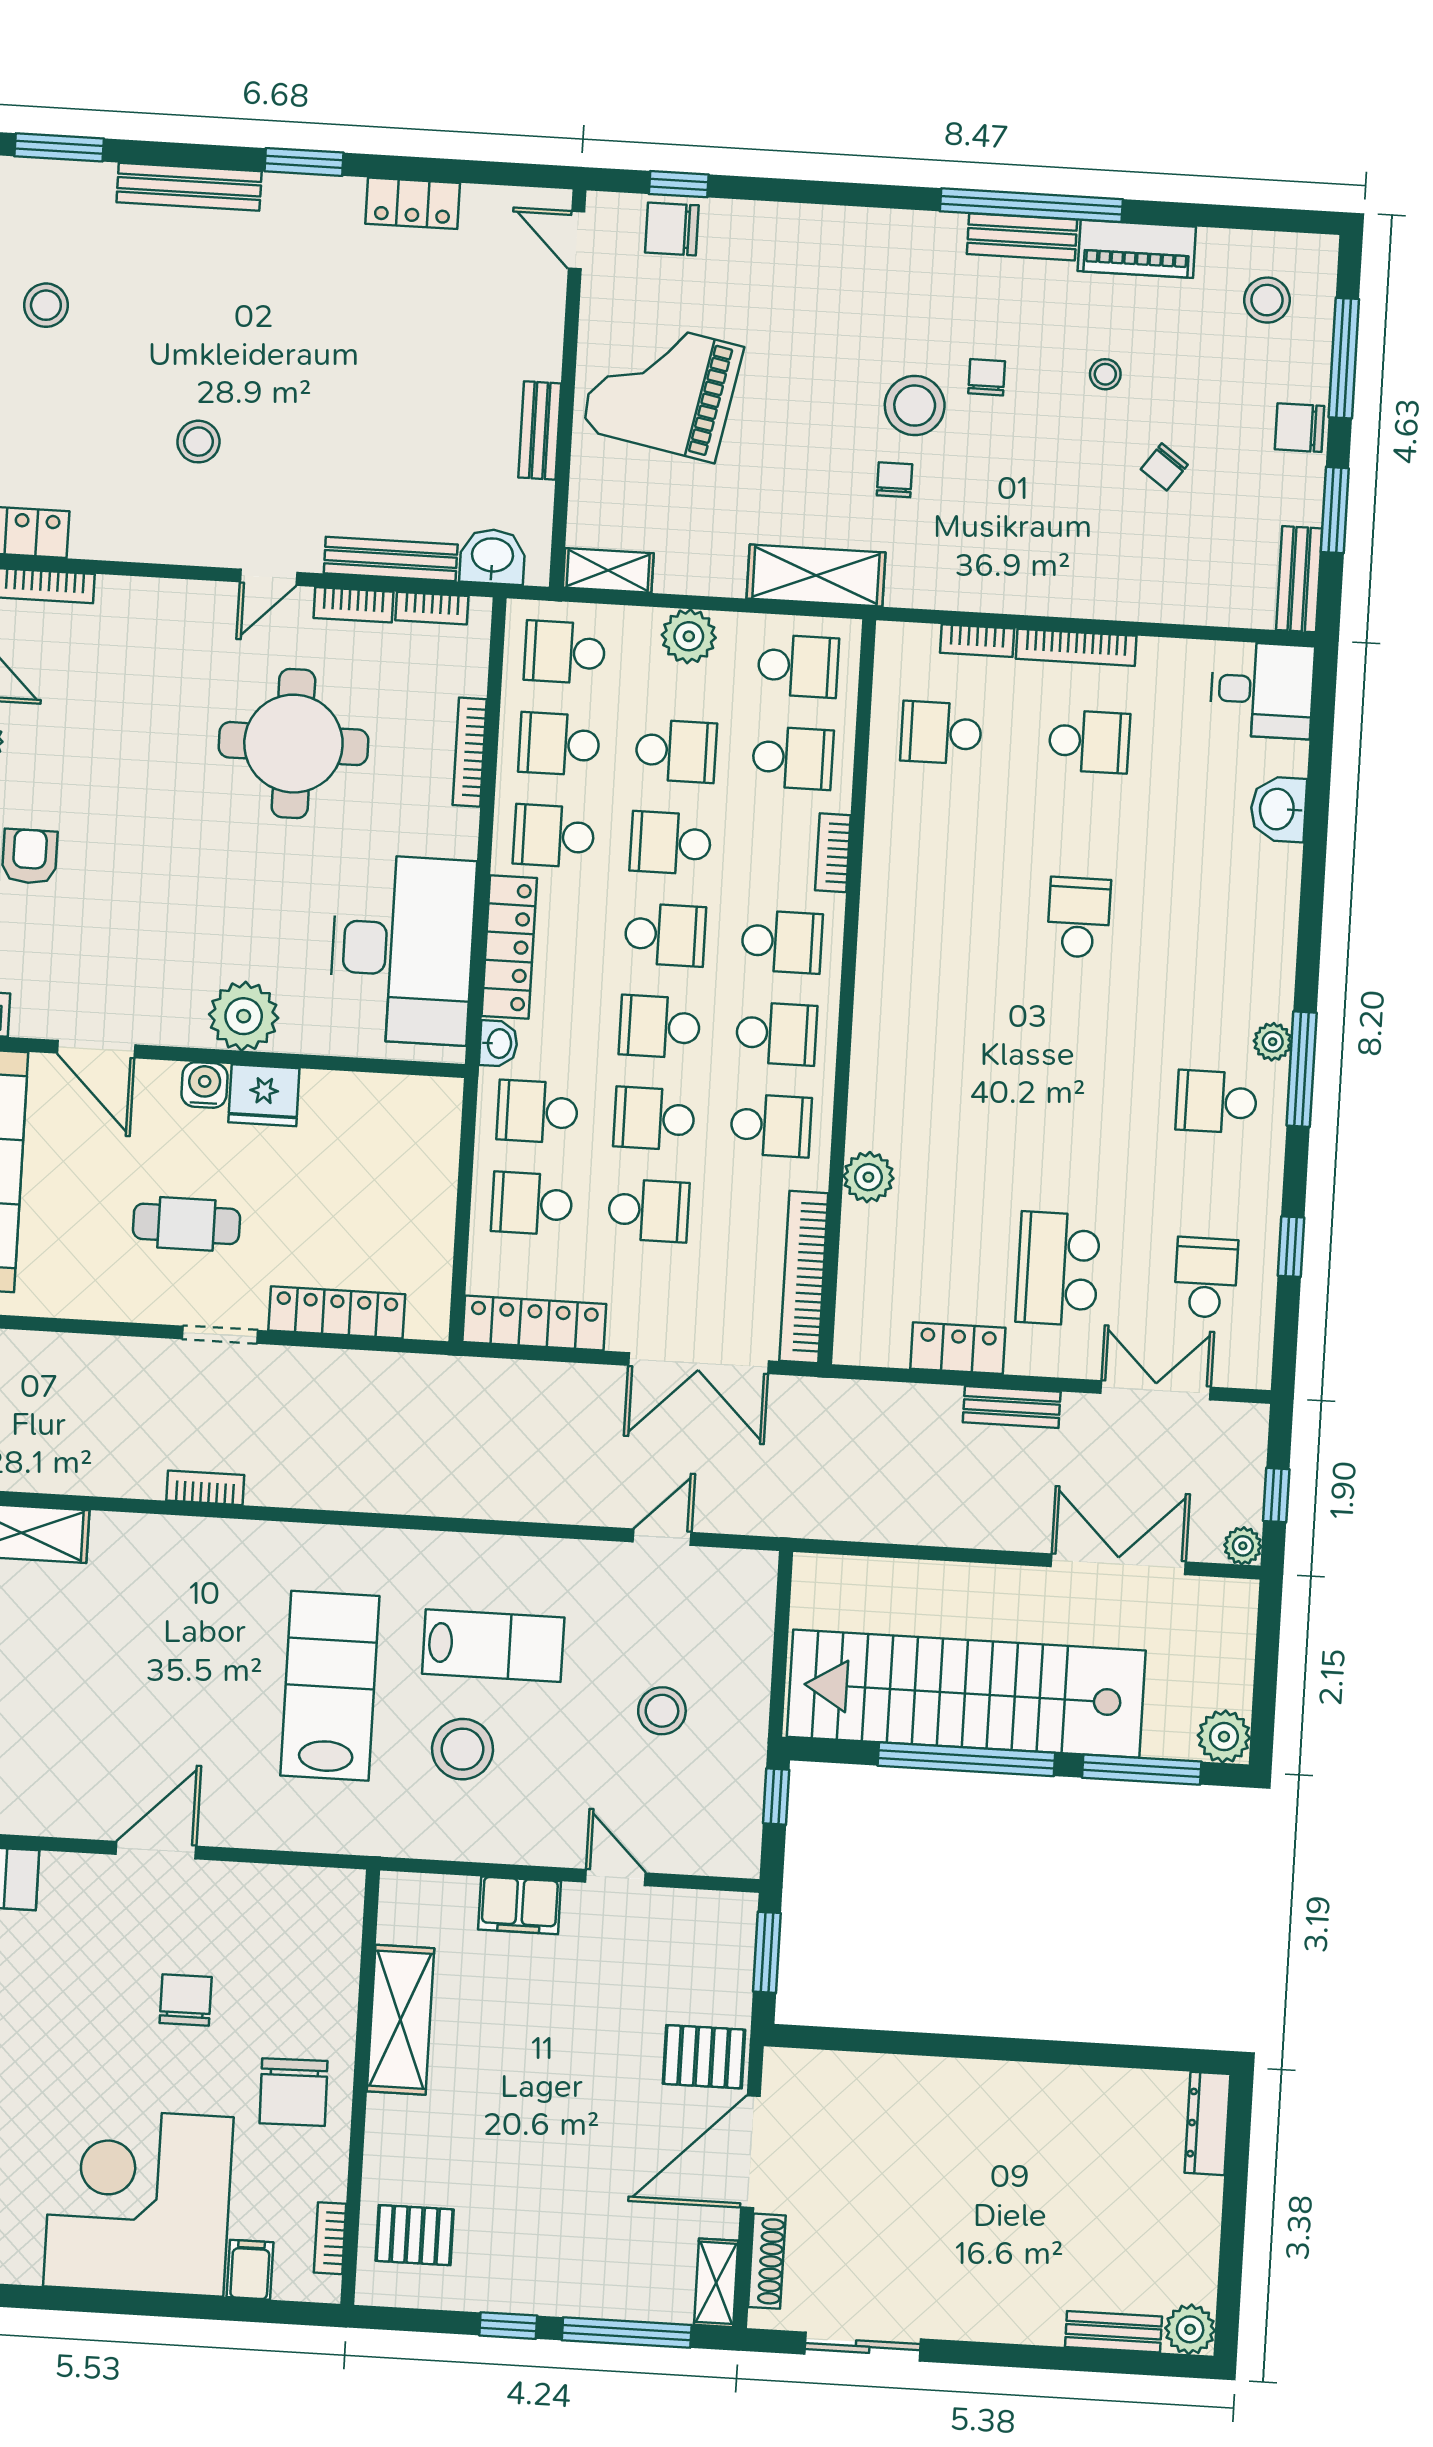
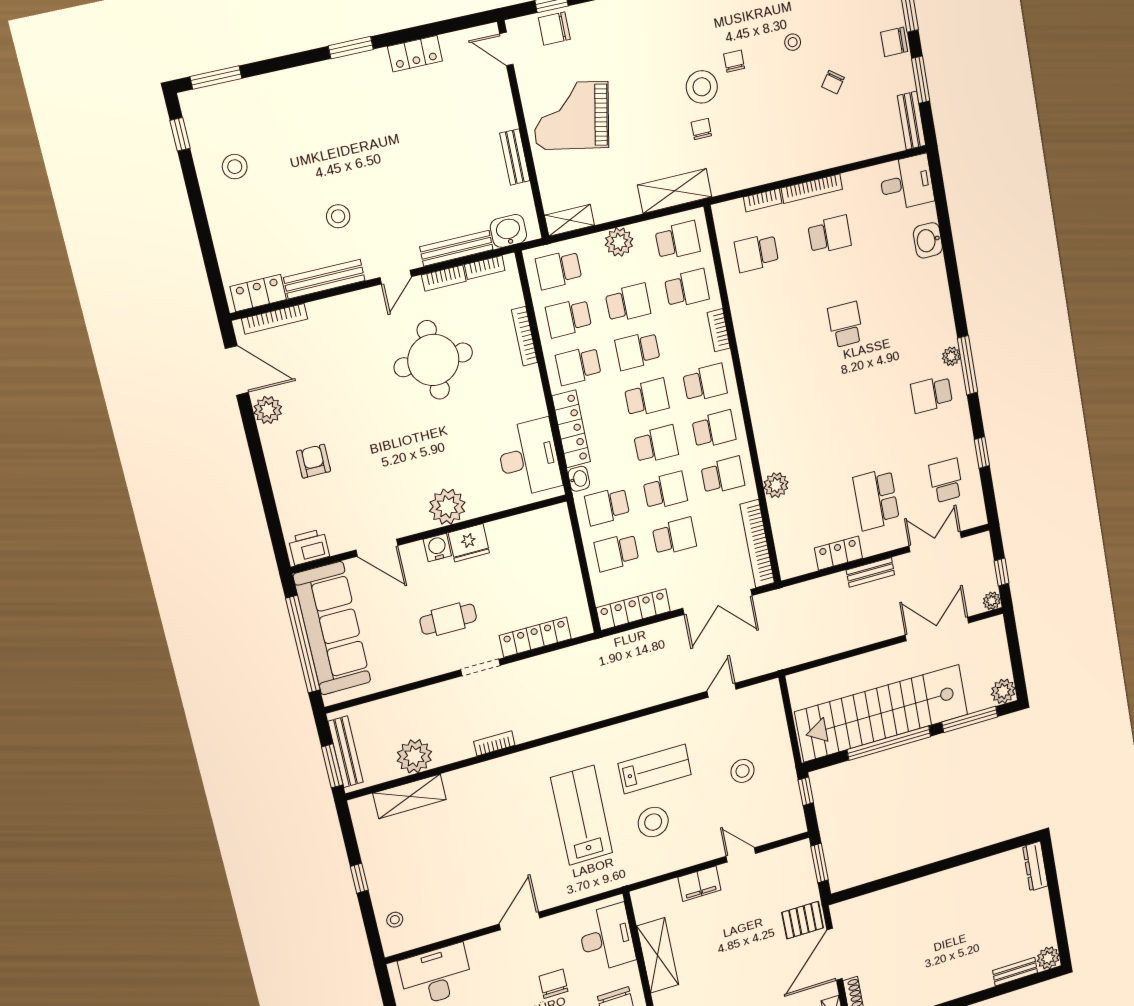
bench: (189, 187) -> (324, 279), moved
desk: (402, 949) -> (529, 458), width x0.73, depth x0.77
school desk: (660, 1027) -> (656, 444), turned 180
school desk: (654, 1119) -> (665, 491), turned 180
plant: (52, 1460) -> (414, 756), added
desk: (312, 1947) -> (607, 938), added

